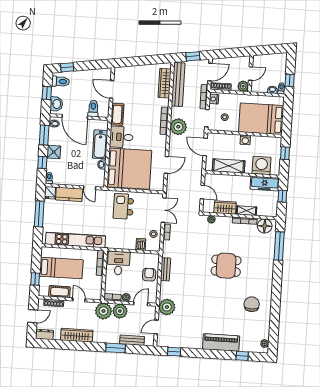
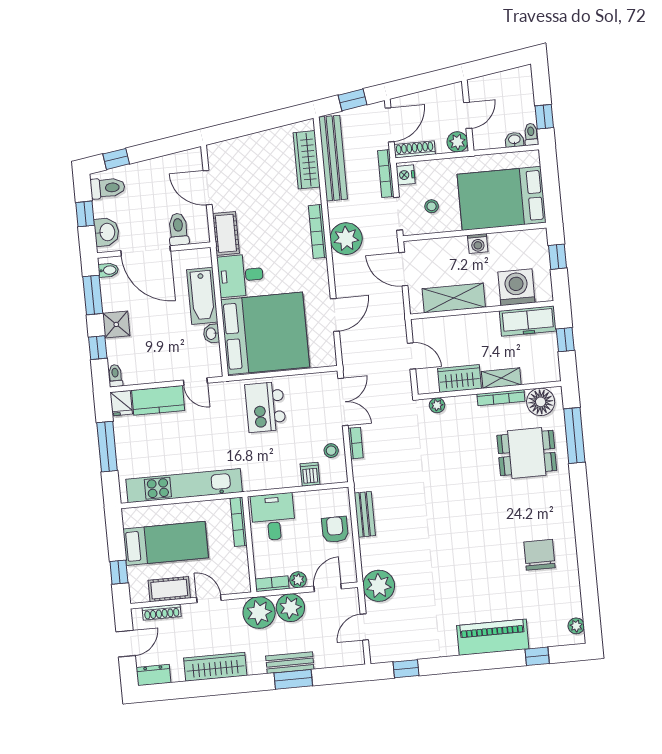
dining table: (226, 266) -> (527, 453), moved
bench: (132, 340) -> (290, 663), moved

